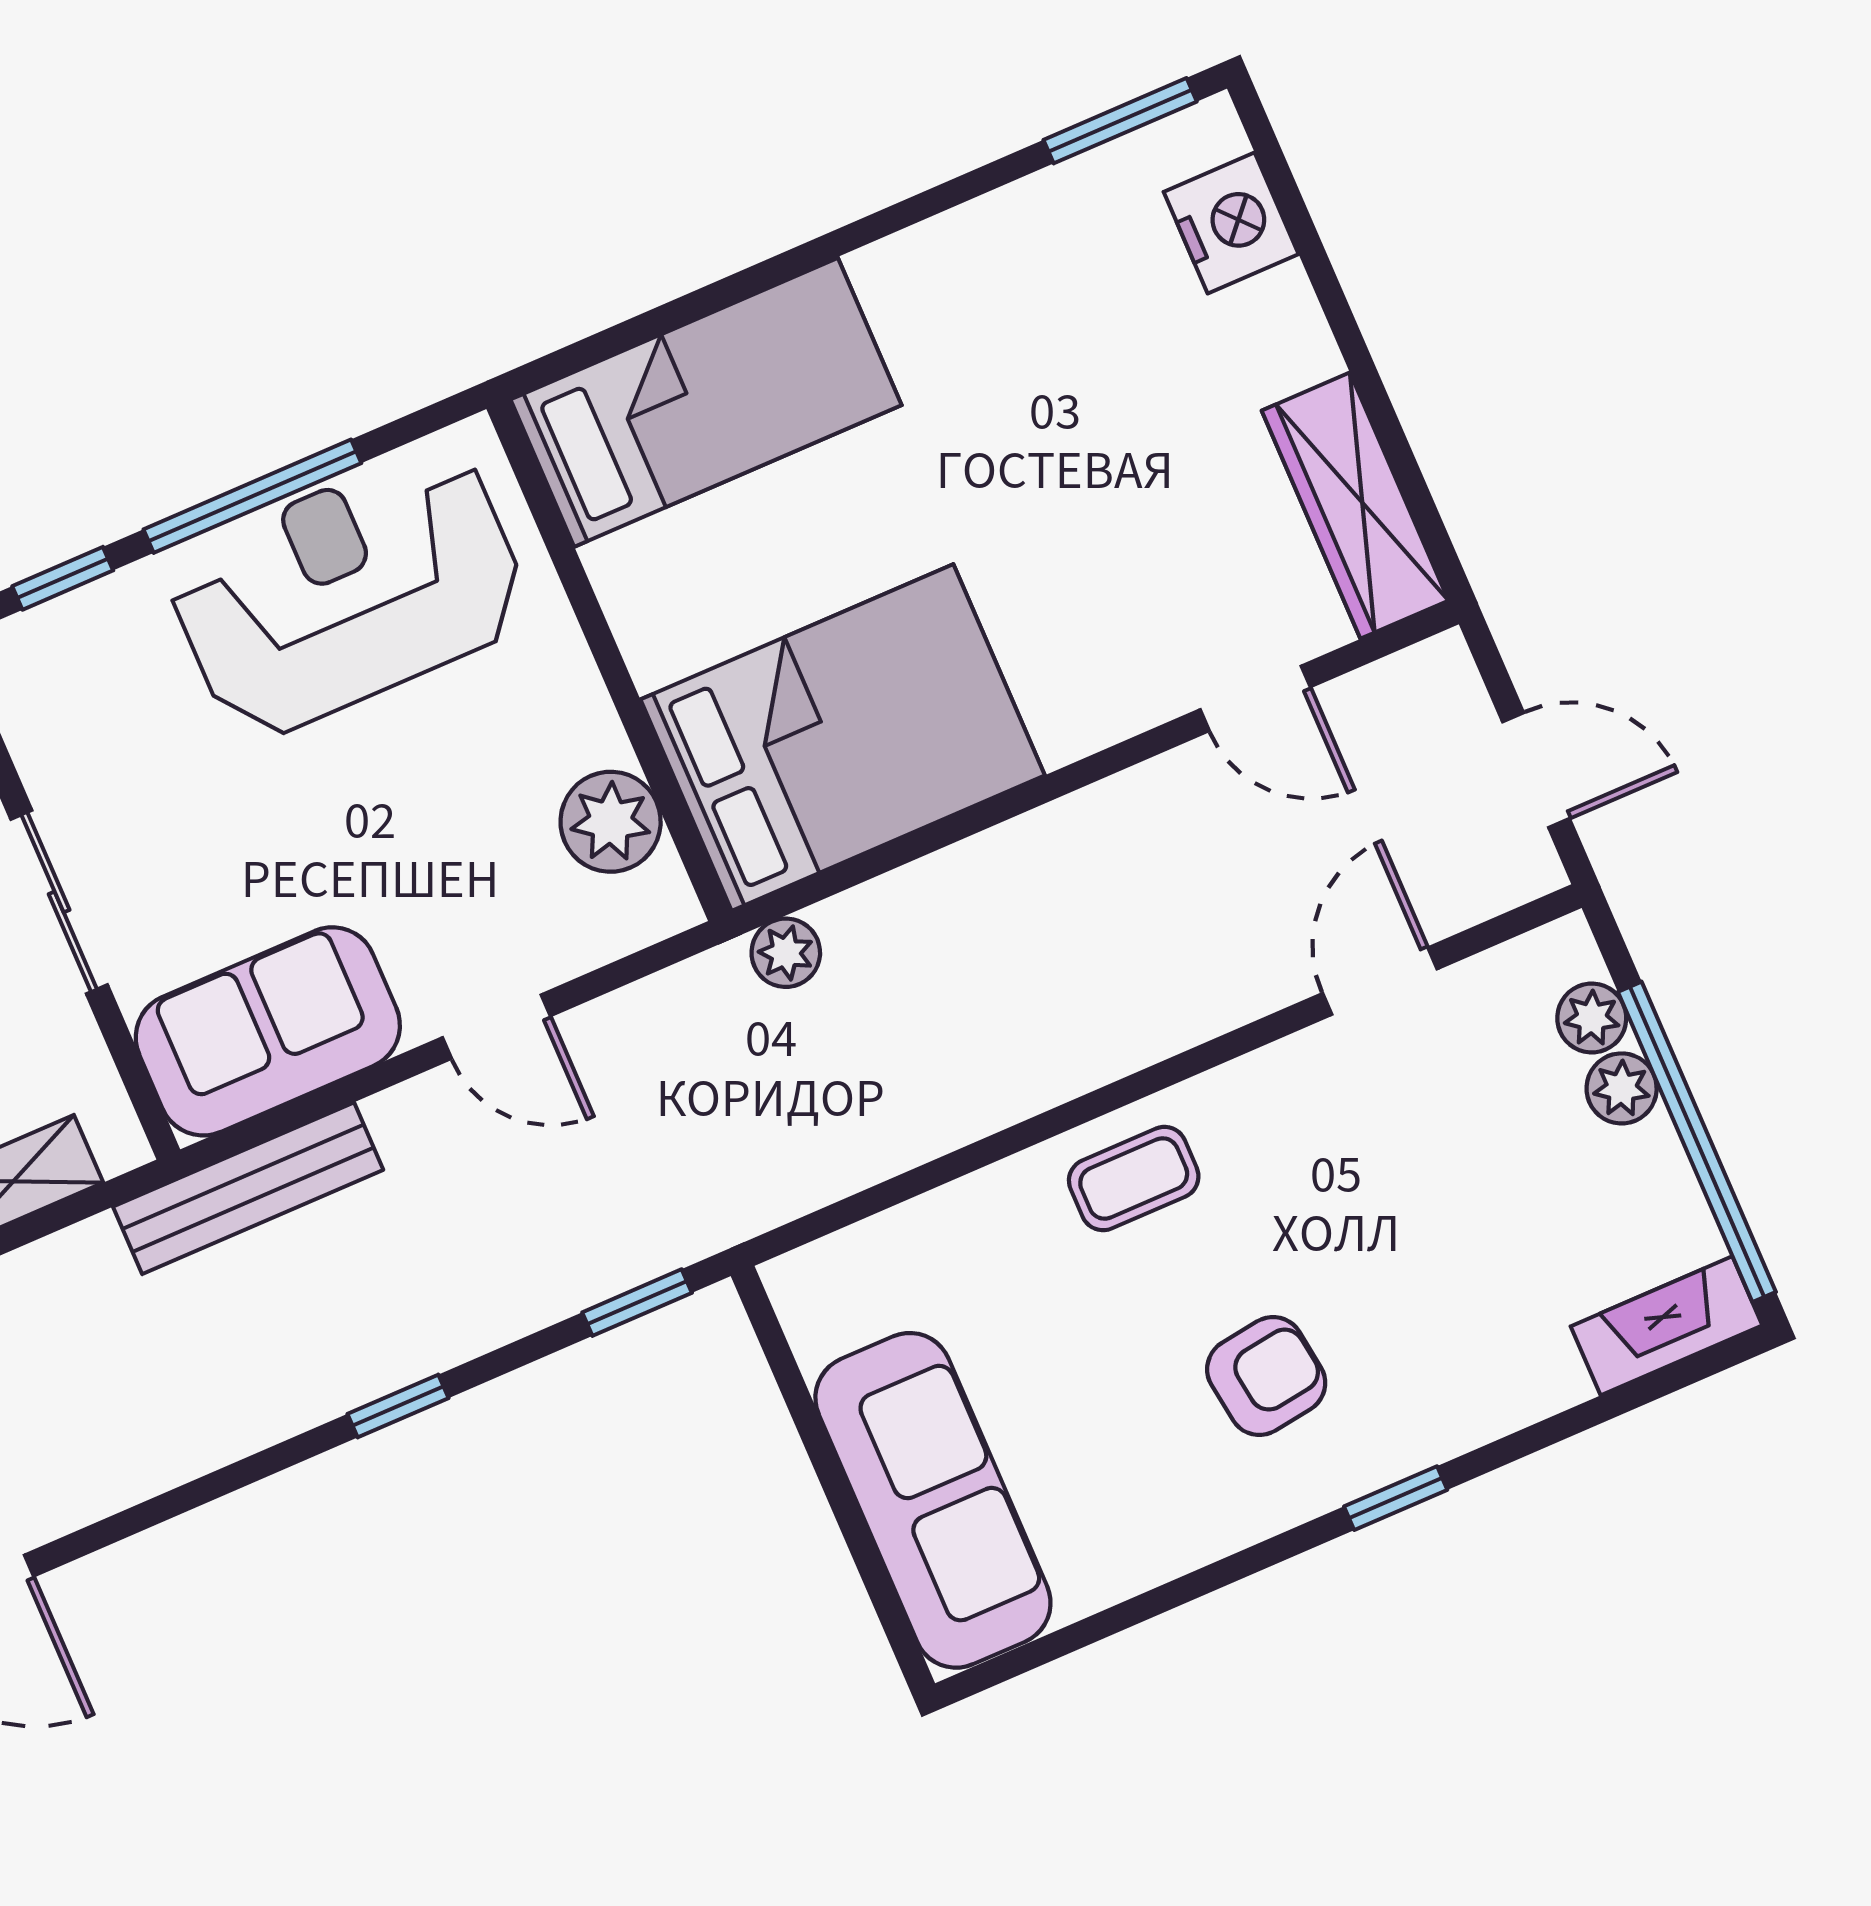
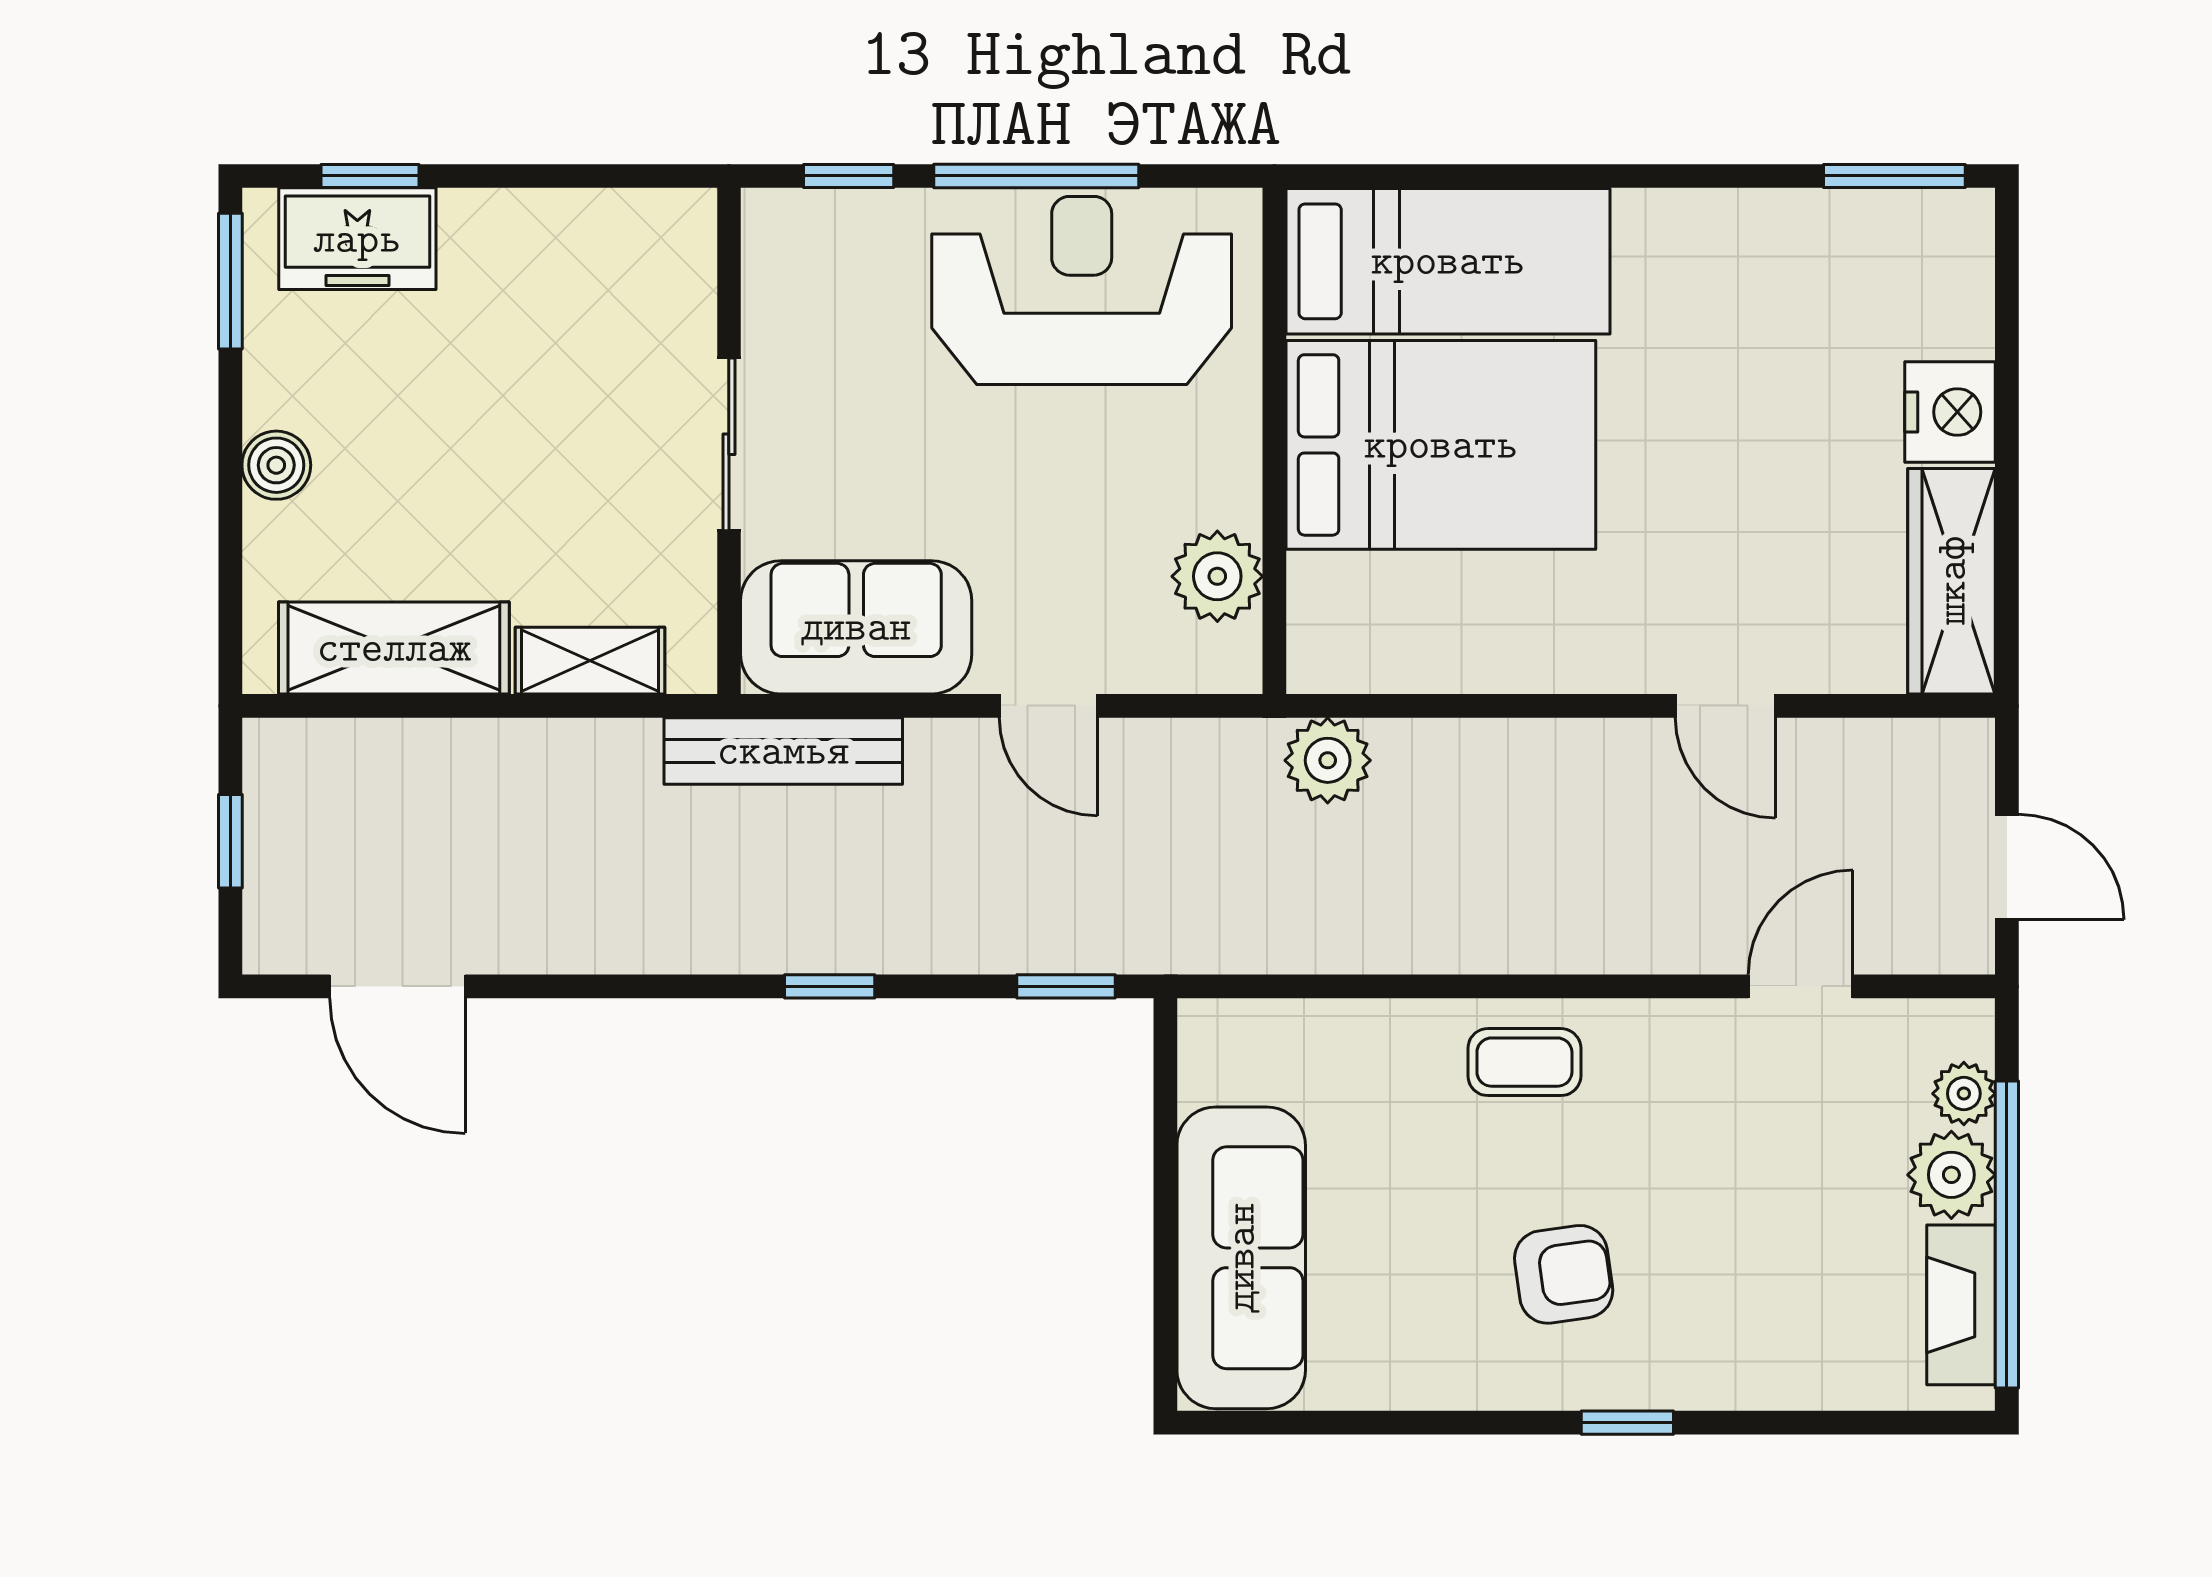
nightstand: (1231, 223) -> (1950, 412), moved
door: (1255, 698) -> (1725, 706), moved
bed: (843, 737) -> (1441, 445), moved
plant: (786, 953) -> (1328, 760), width x1.38, depth x1.38
plant: (1622, 1088) -> (1951, 1175), width x1.38, depth x1.38
fireplace: (1666, 1326) -> (1961, 1305), moved, turned -90

